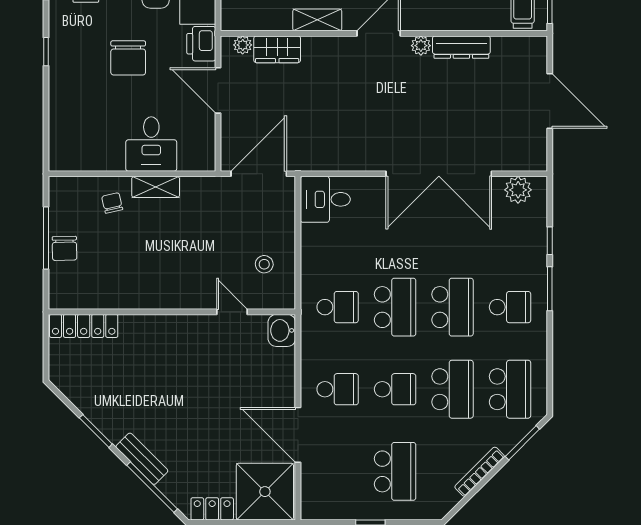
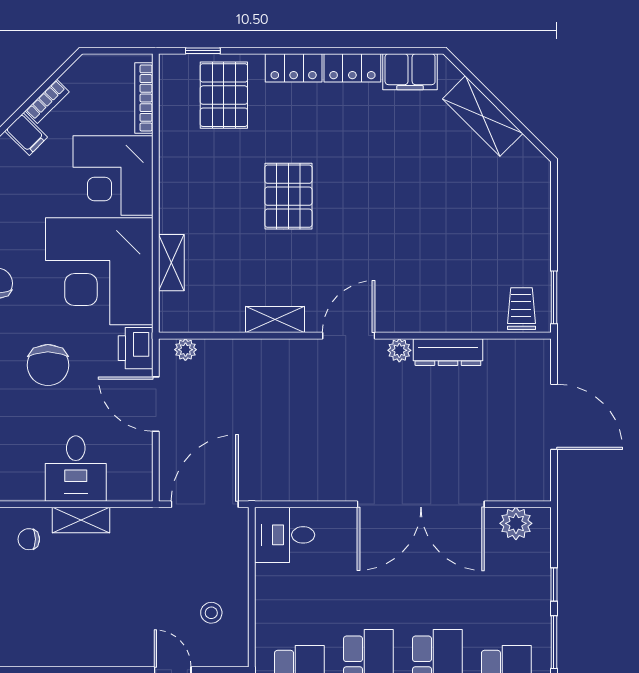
wardrobe: (277, 49) -> (227, 355), removed
chair: (112, 203) -> (29, 539), turned -77

